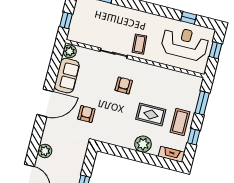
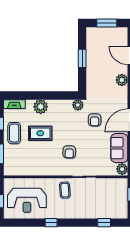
window: (189, 18) -> (51, 223), moved
plant: (101, 135) -> (78, 105), added

